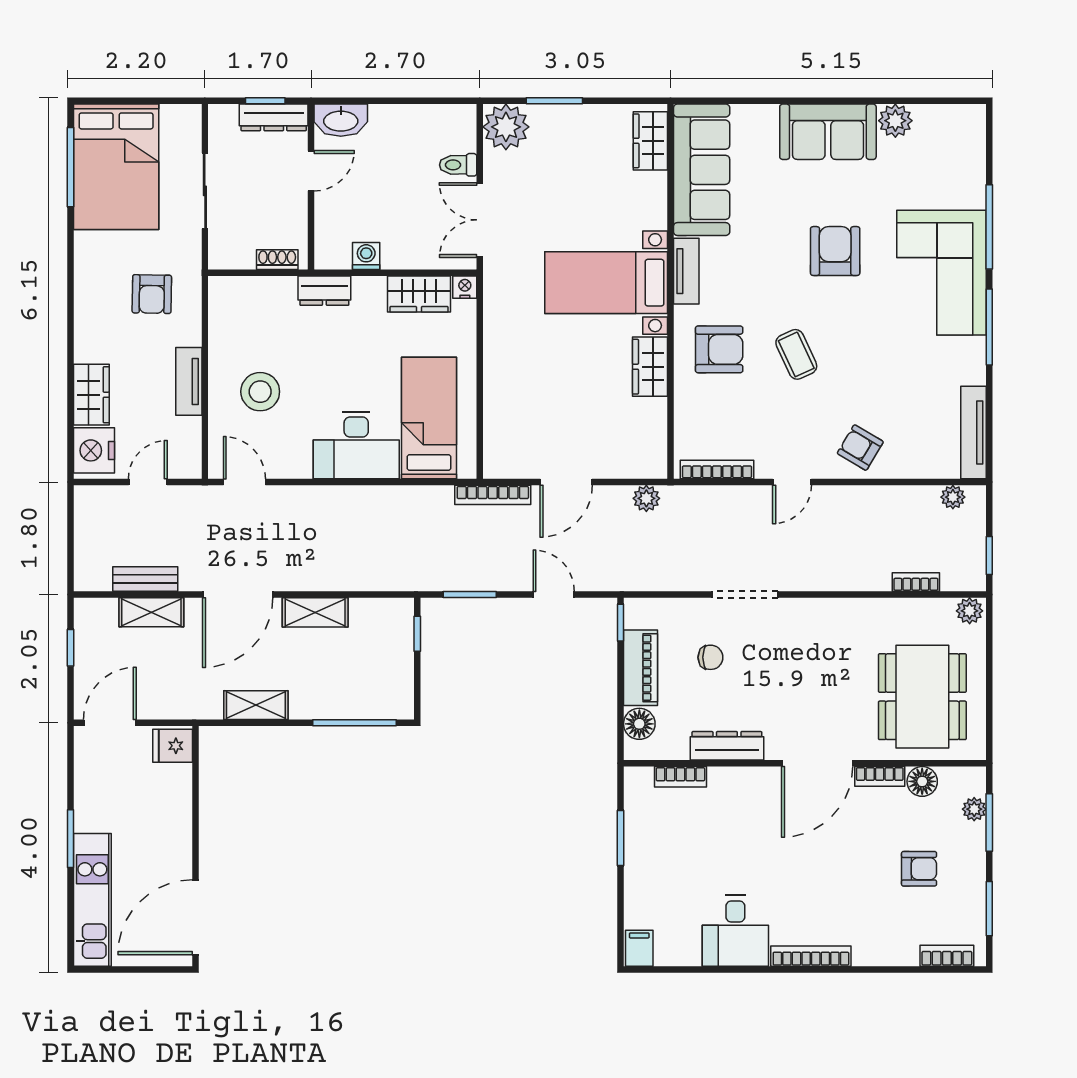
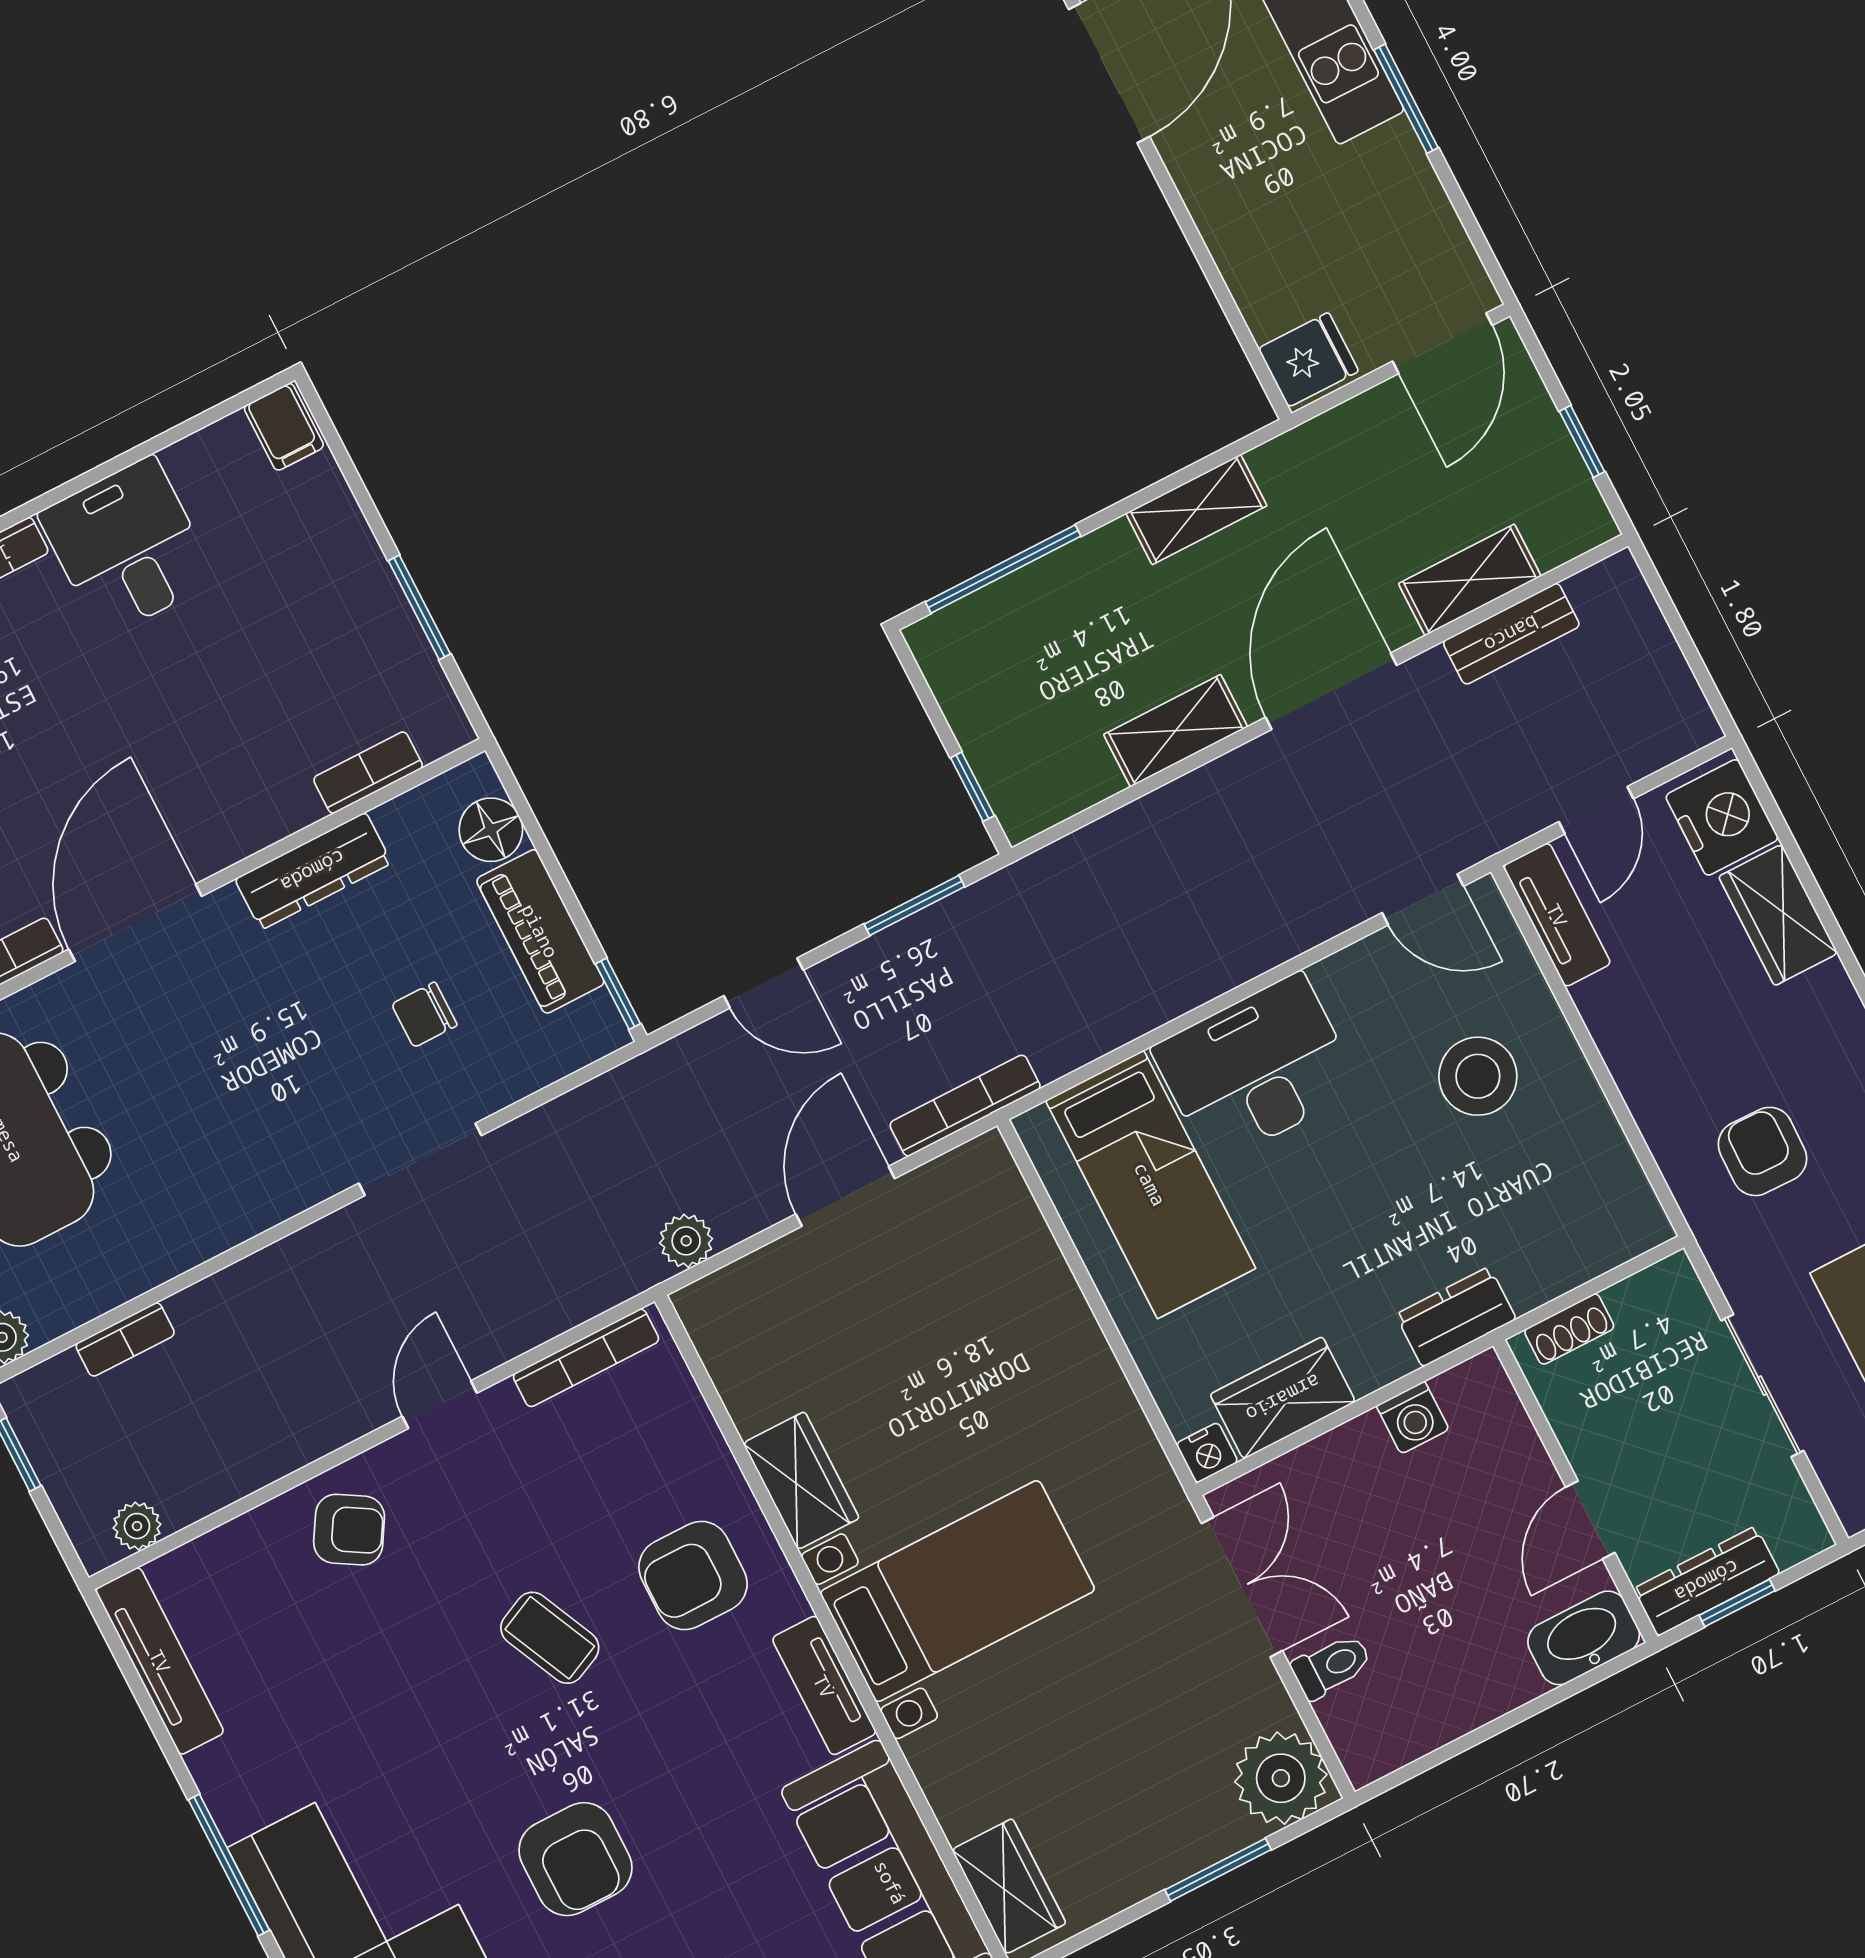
tv unit: (189, 381) -> (1557, 915), moved

